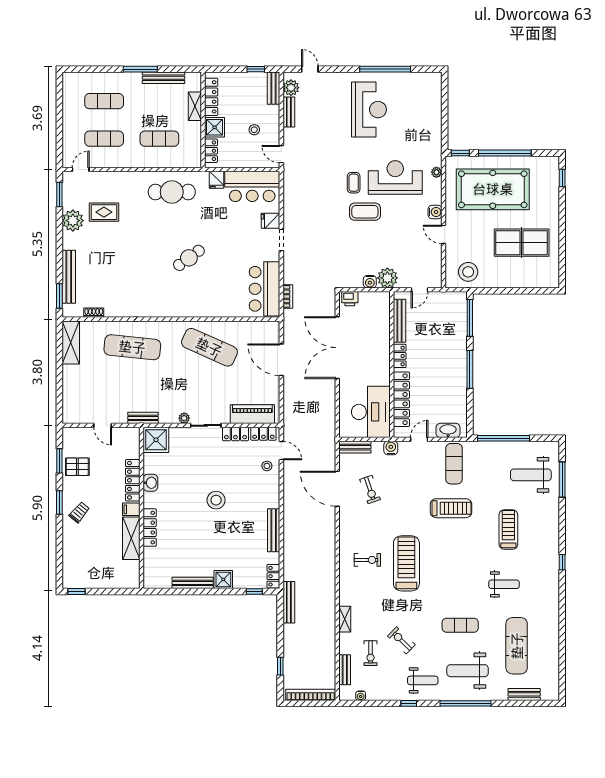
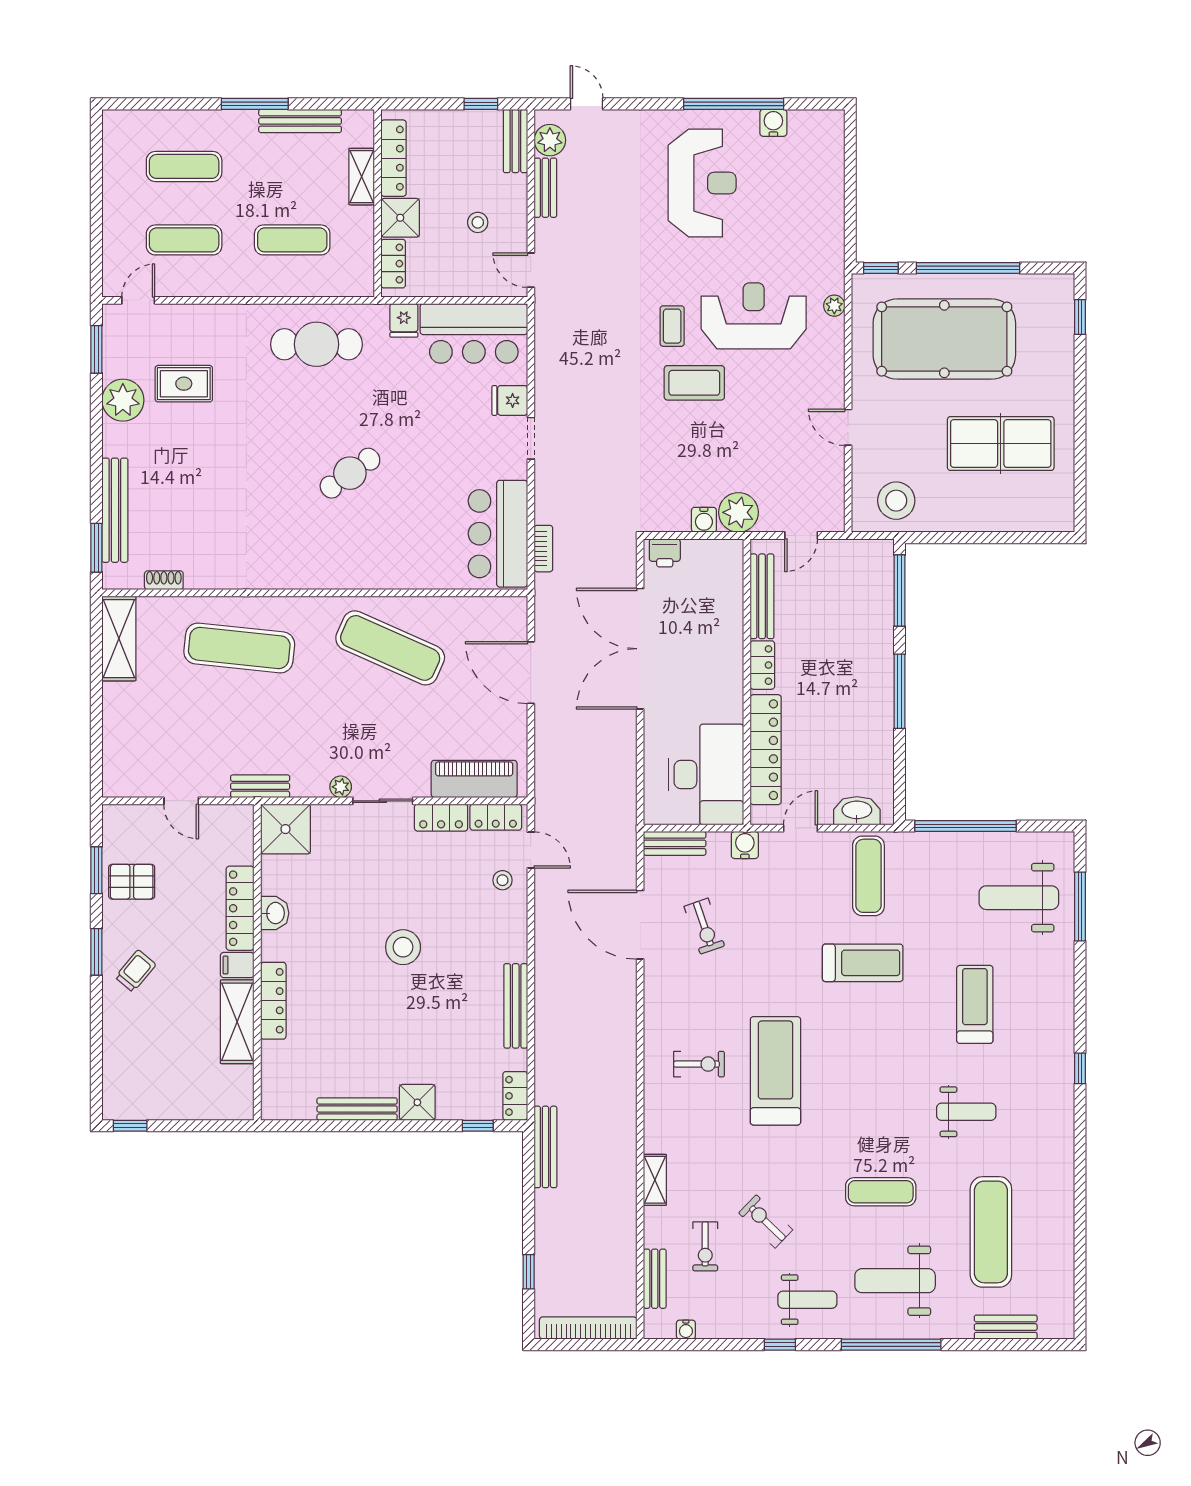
water cooler: (435, 212) -> (773, 123), moved, turned -90

